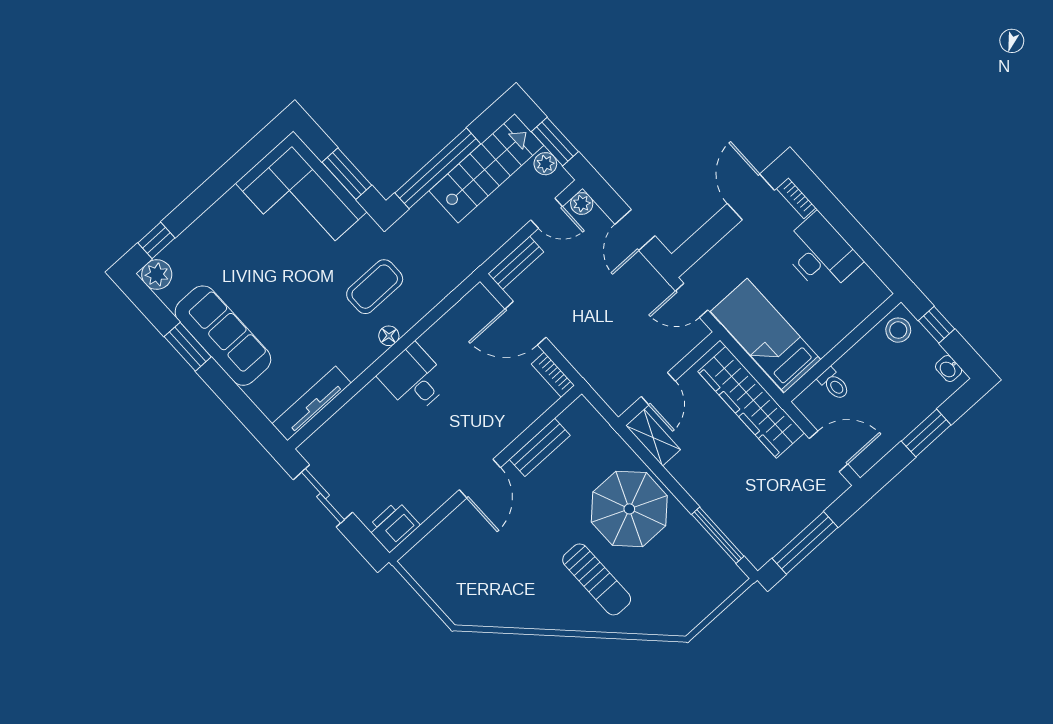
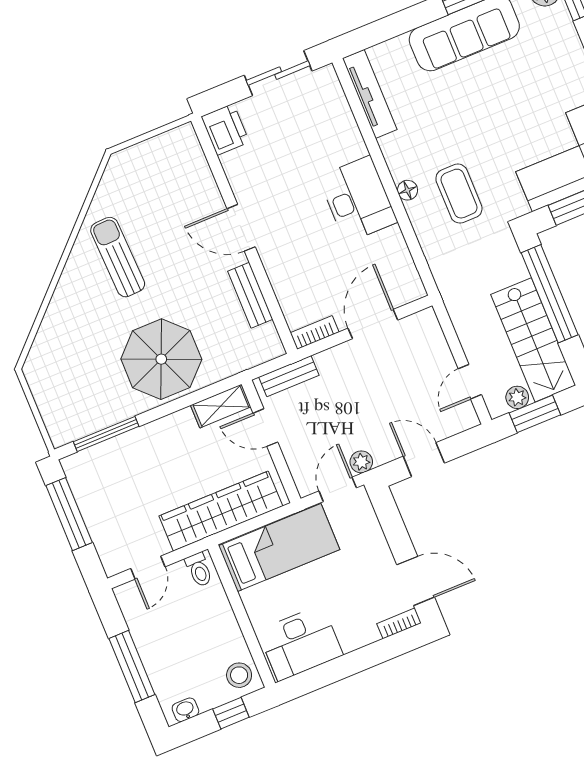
plant: (582, 204) -> (361, 462), moved
desk: (821, 254) -> (300, 643), moved
bench: (516, 263) -> (289, 376), moved, turned 90
desk: (414, 379) -> (358, 199), width x1.37
toilet: (834, 384) -> (199, 570), moved, turned -90
window: (926, 433) -> (132, 667), width x1.44
door: (828, 451) -> (148, 568), width x0.73
sun lounger: (597, 579) -> (118, 257), moved, turned 88

